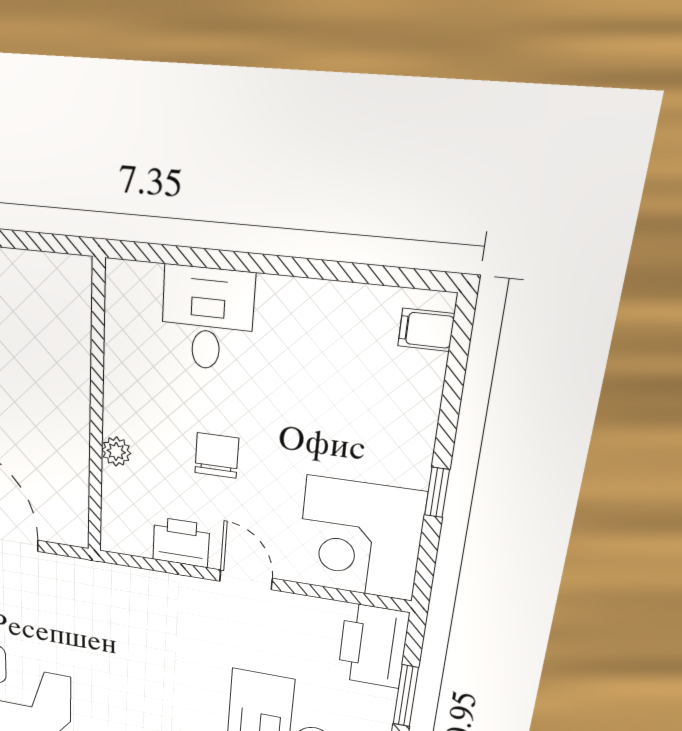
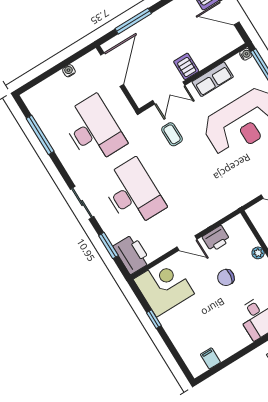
filing cabinet: (426, 330) -> (210, 358), moved, turned -90
chair: (217, 455) -> (226, 277), turned 98

